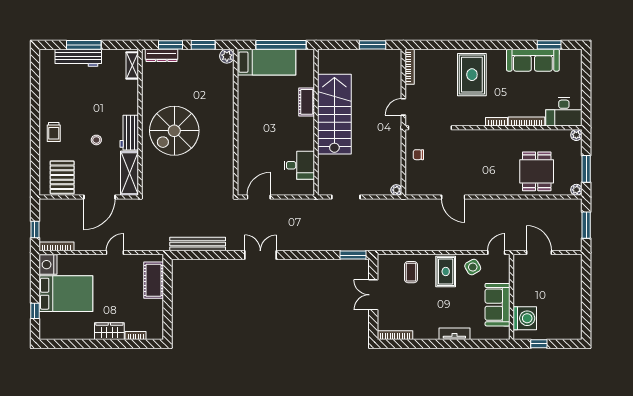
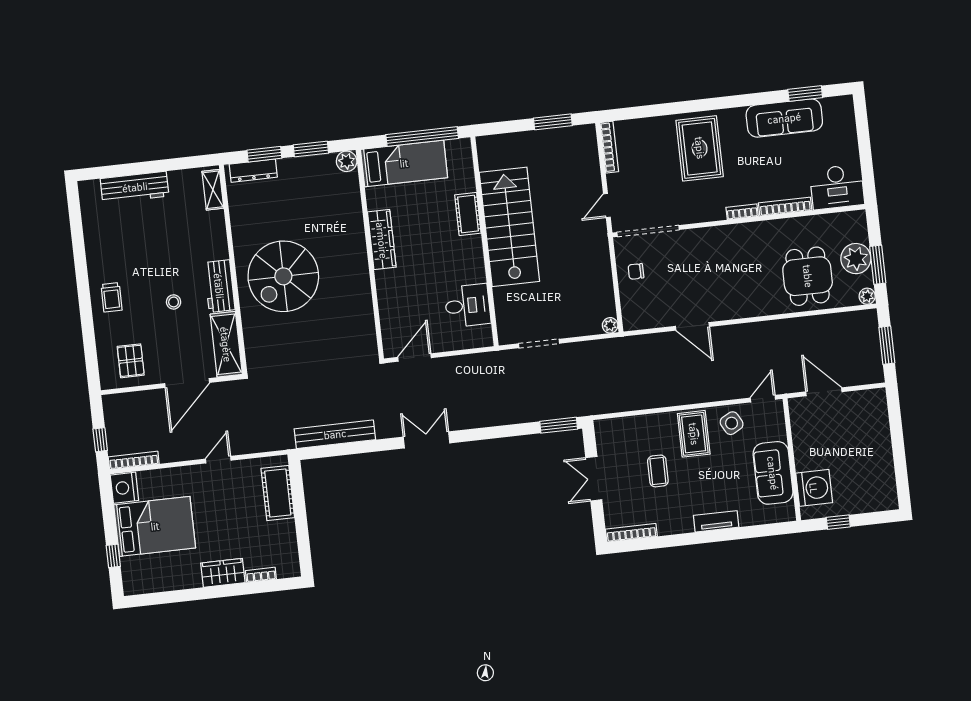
window: (84, 45) -> (140, 168), removed
wardrobe: (245, 113) -> (382, 240), added
plant: (576, 135) -> (856, 259), moved, width x1.87, depth x1.87
pallet: (62, 177) -> (131, 361), width x0.67, depth x0.71
coffee table: (411, 272) -> (658, 471), moved

